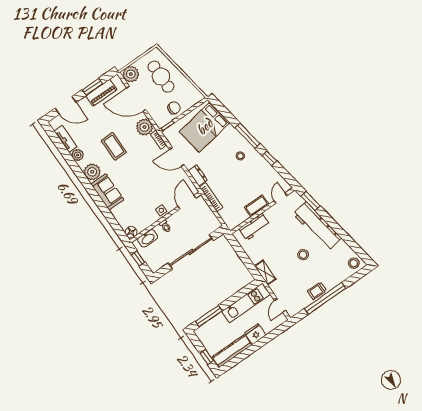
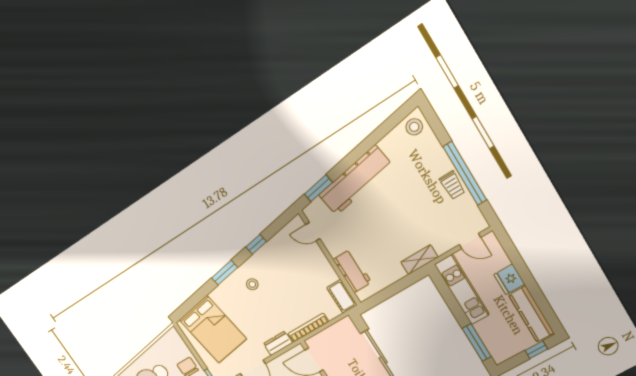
window: (248, 136) -> (225, 273), width x0.69
cot: (257, 206) -> (342, 296), moved
stool: (303, 255) -> (397, 203), removed

